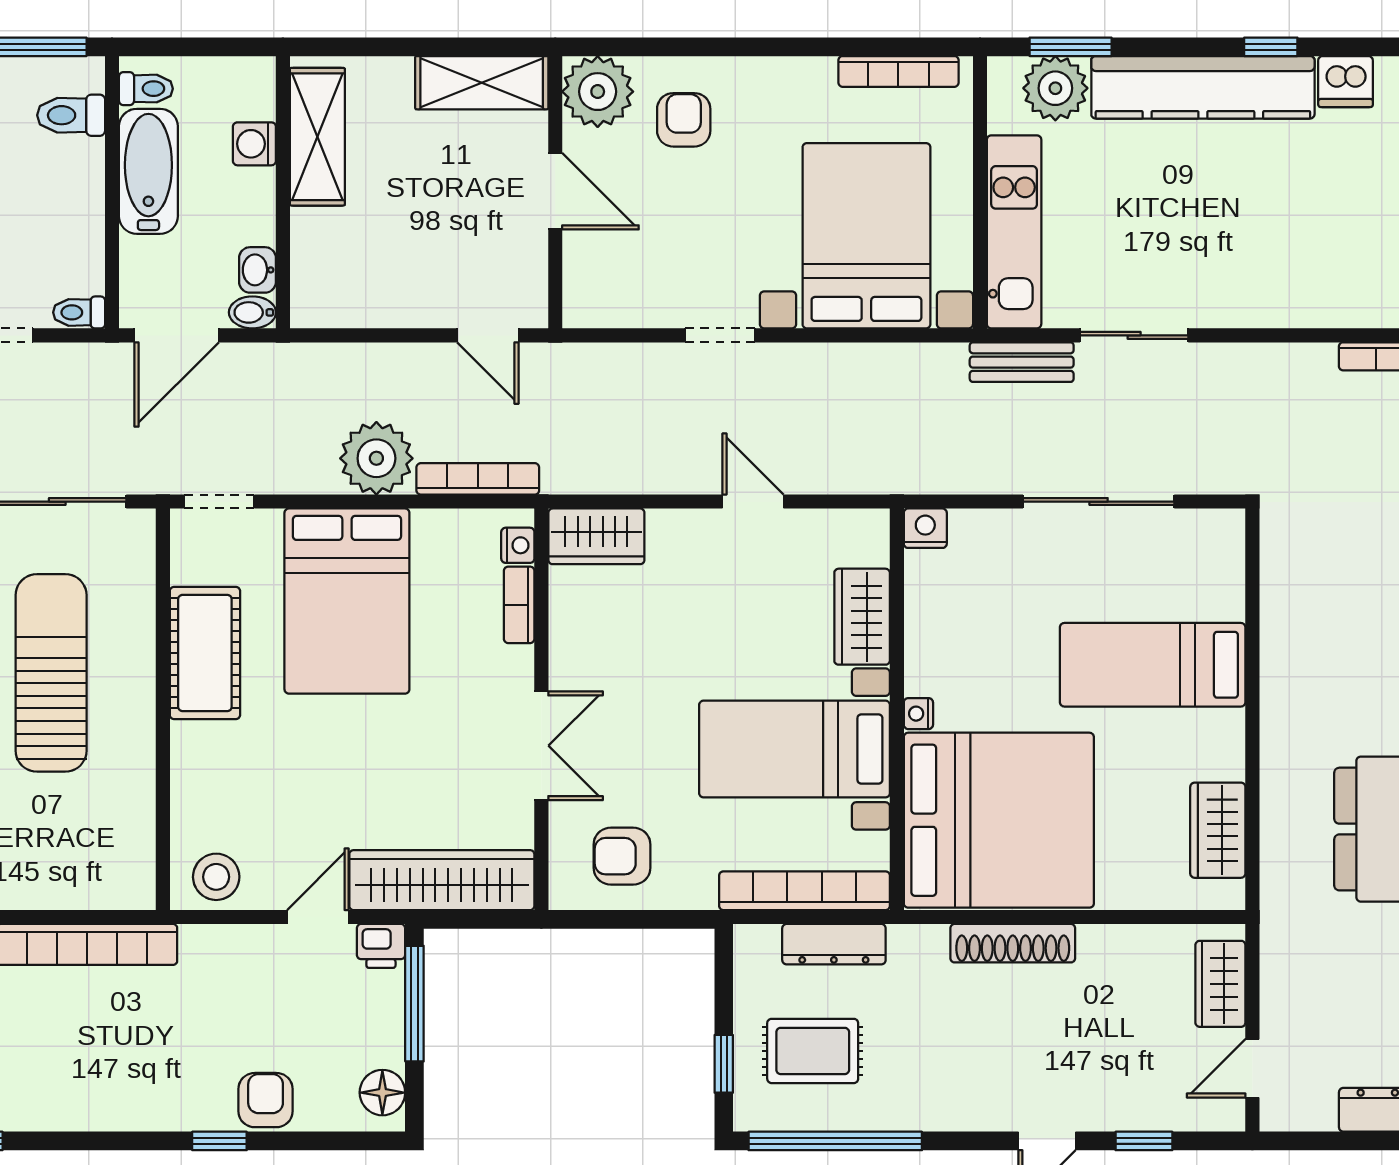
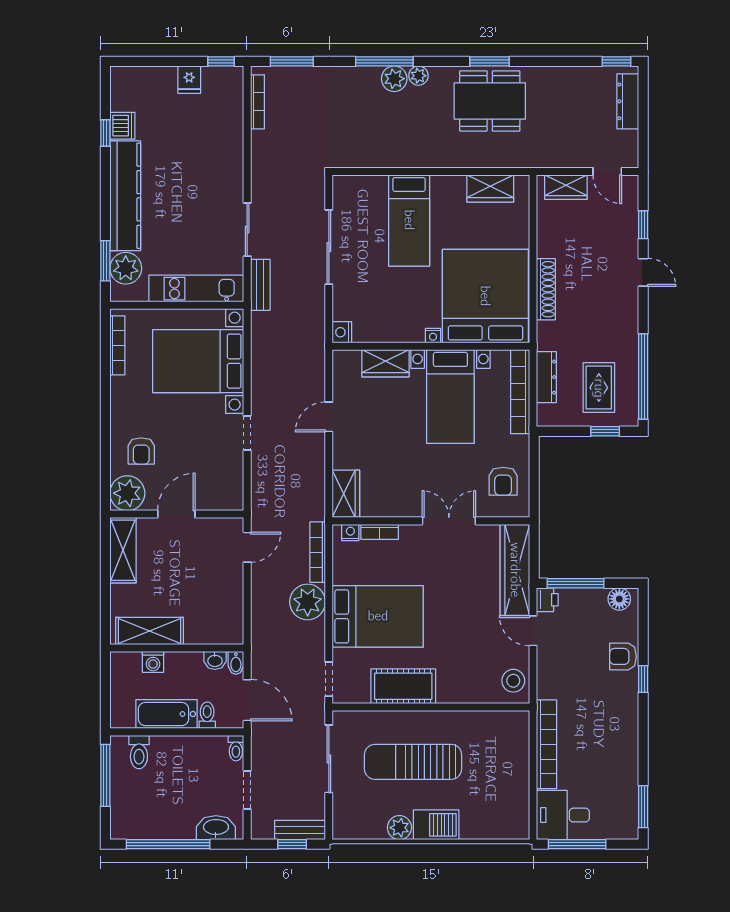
window: (1271, 47) -> (105, 133), moved
toilet: (146, 89) -> (207, 715), moved
armchair: (684, 120) -> (141, 451), turned -90

